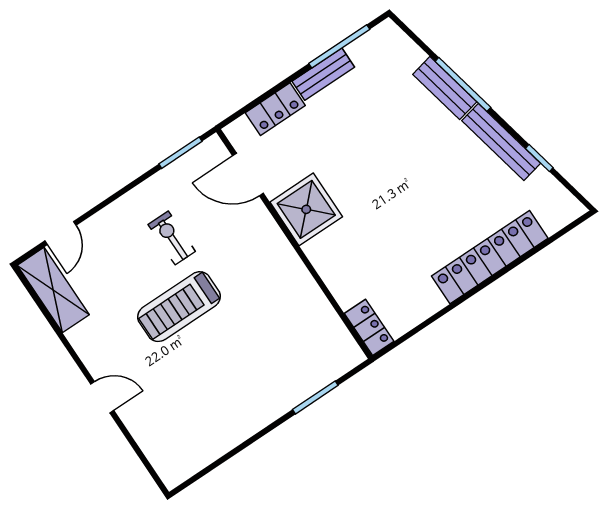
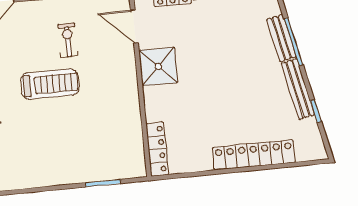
treadmill: (179, 307) -> (50, 84), turned 180
locker: (369, 327) -> (157, 149), width x1.53

